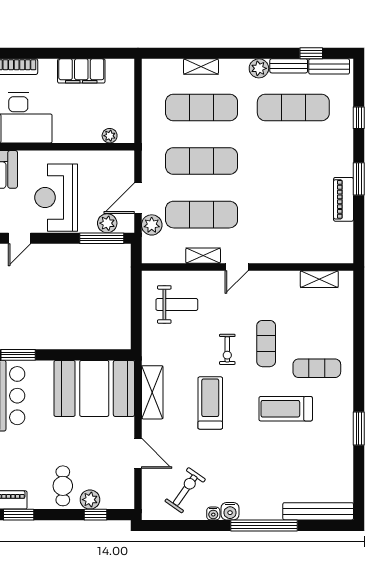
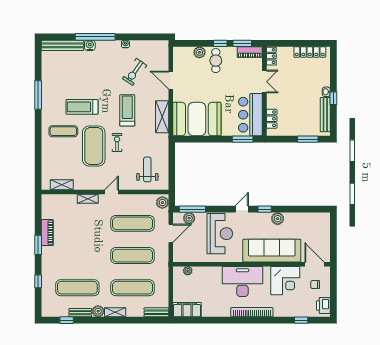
bench: (329, 66) -> (156, 312), moved
shelving: (201, 67) -> (115, 312), moved
filing cabinet: (81, 71) -> (187, 310), moved
plant: (152, 225) -> (162, 203), moved
shelving: (203, 256) -> (88, 199), moved
weight bench: (177, 304) -> (147, 169), turned 90
exercise mat: (266, 344) -> (94, 146), width x2.00, depth x1.45
treadmill: (210, 403) -> (127, 110), turned 180
treadmill: (286, 409) -> (82, 107), turned 180
window: (359, 429) -> (38, 95), width x1.44
exercise bike: (185, 490) -> (135, 72), moved
water cooler: (230, 511) -> (90, 45), moved
window: (96, 515) -> (220, 43), moved

